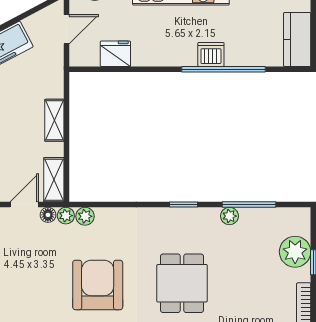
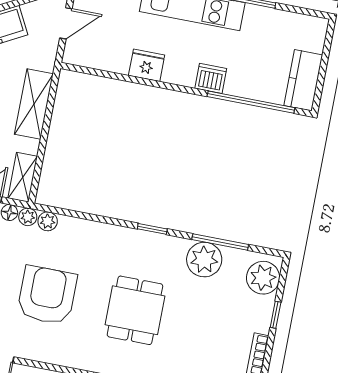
fridge: (115, 54) -> (147, 65), moved
window: (224, 69) -> (251, 102), moved
shelving: (54, 120) -> (34, 104), width x1.50, depth x1.33
plant: (229, 216) -> (204, 260), width x1.87, depth x1.87
plant: (295, 252) -> (263, 278), moved

